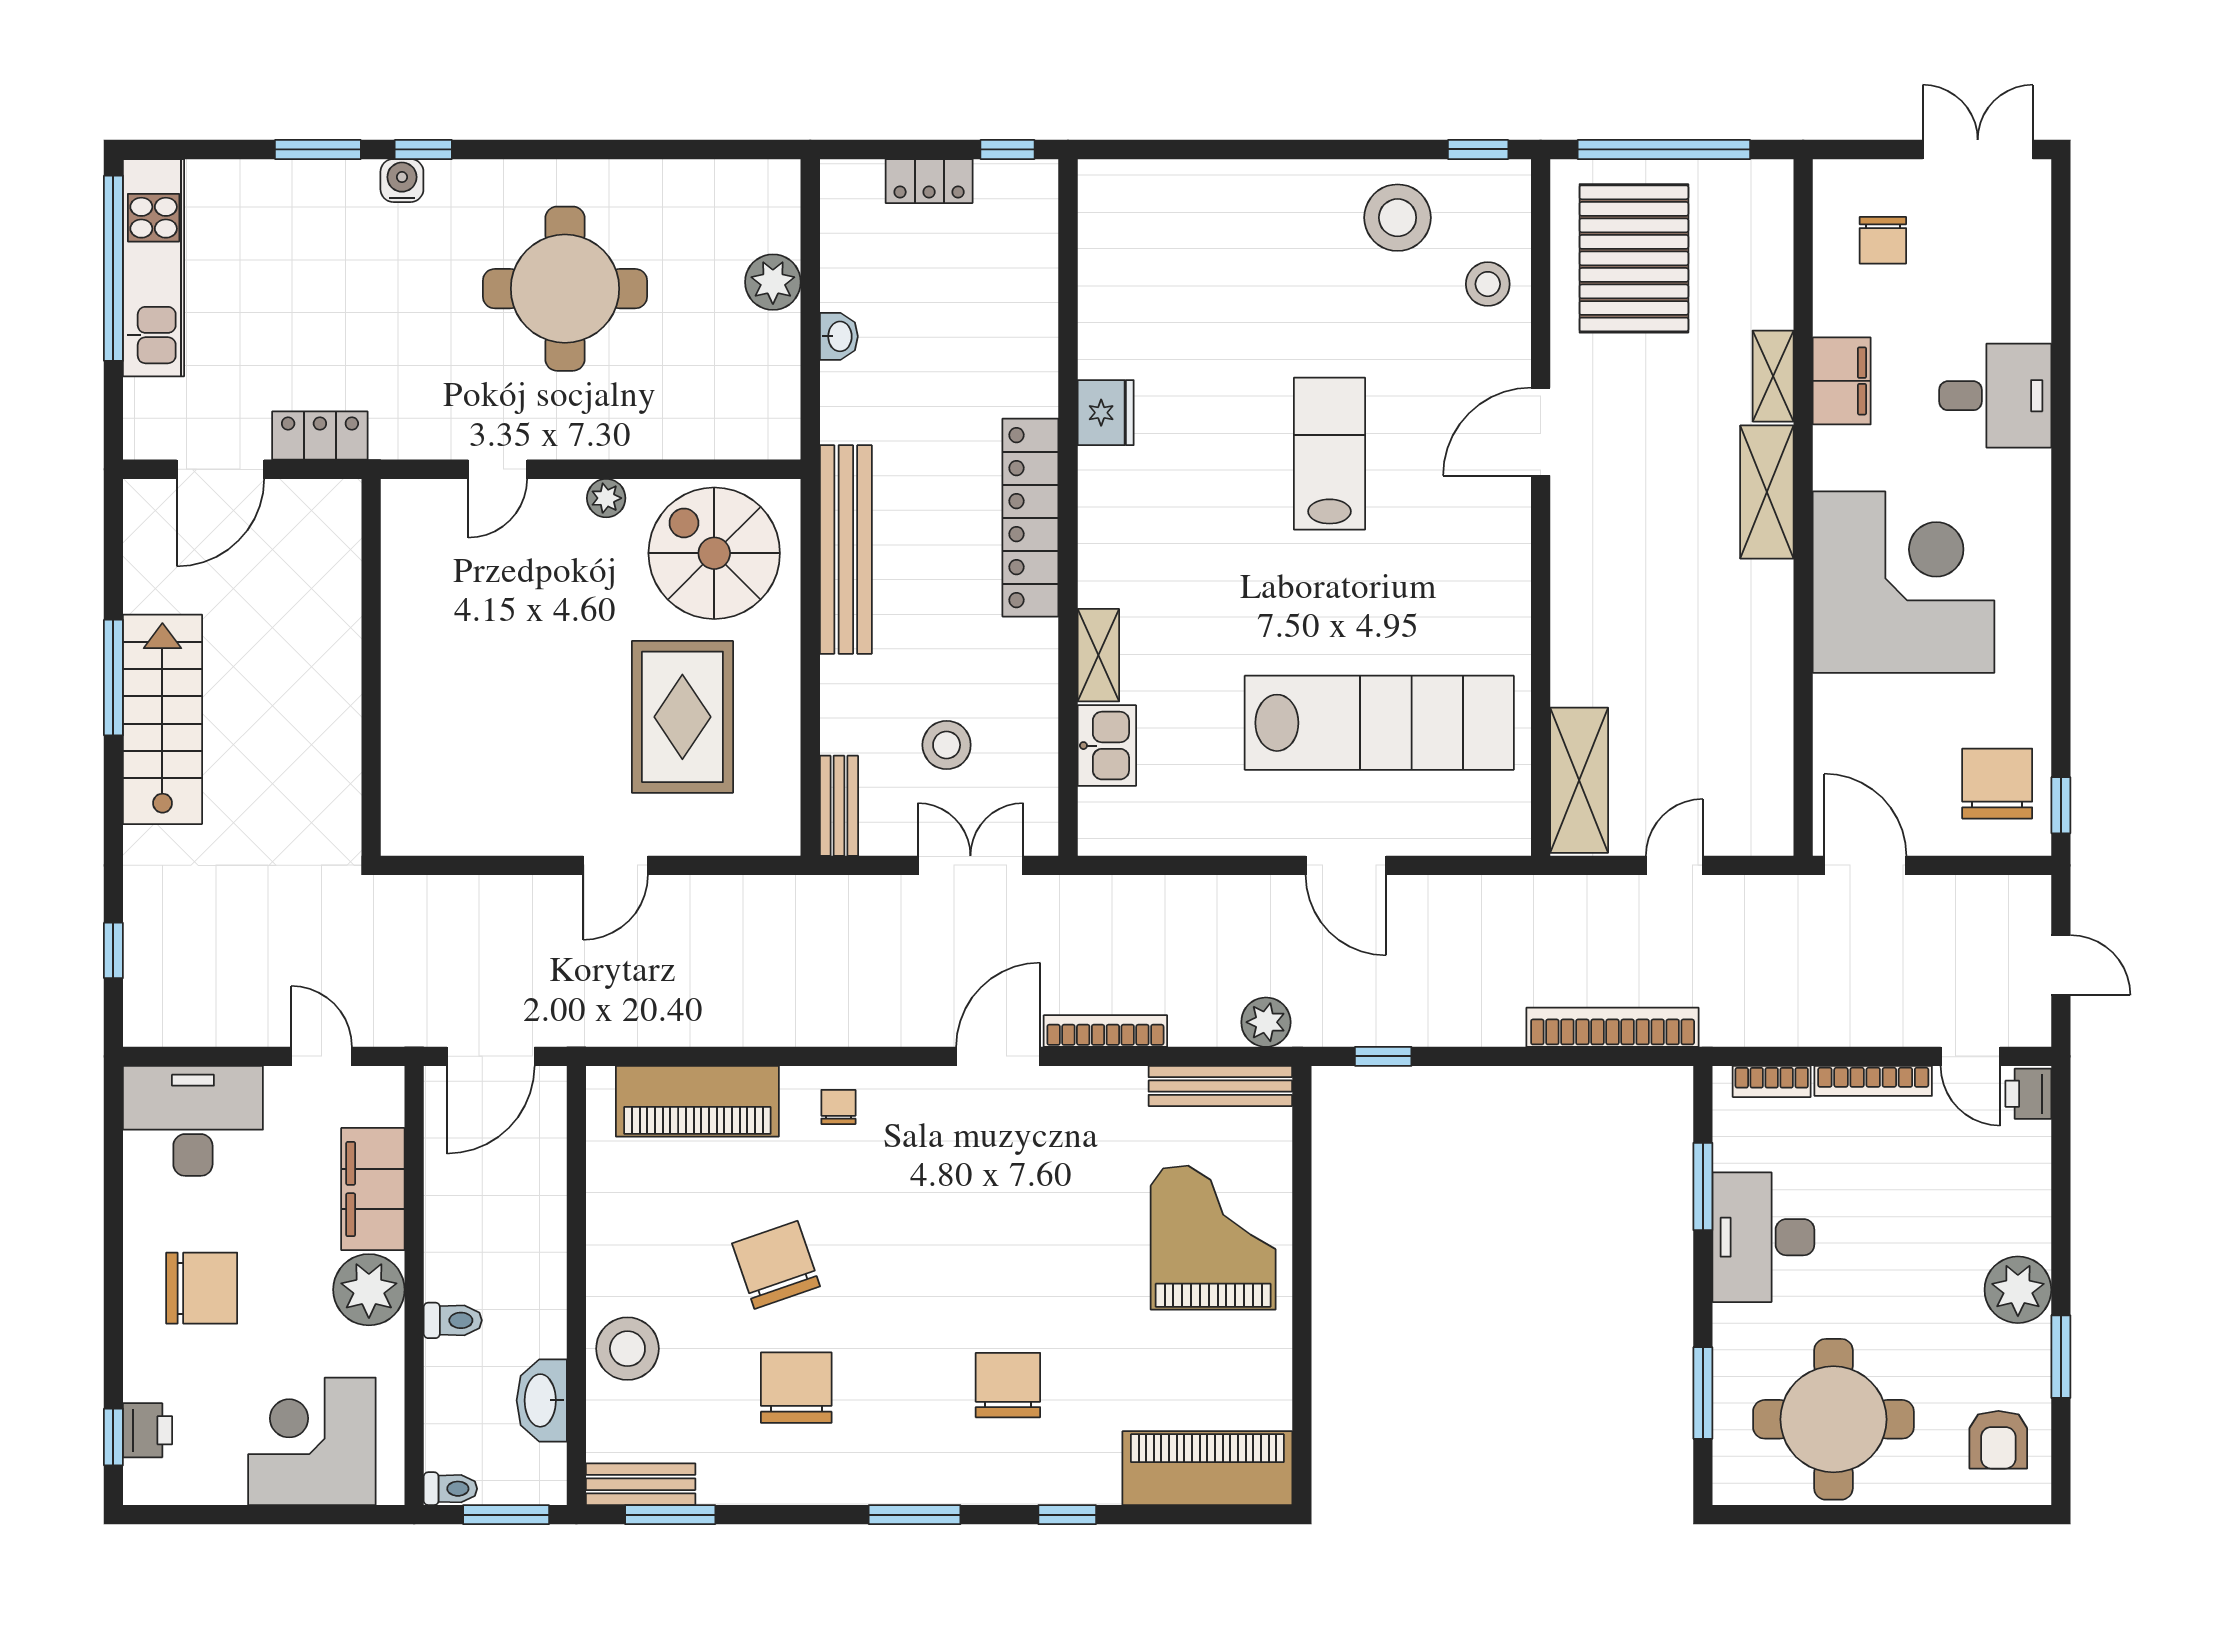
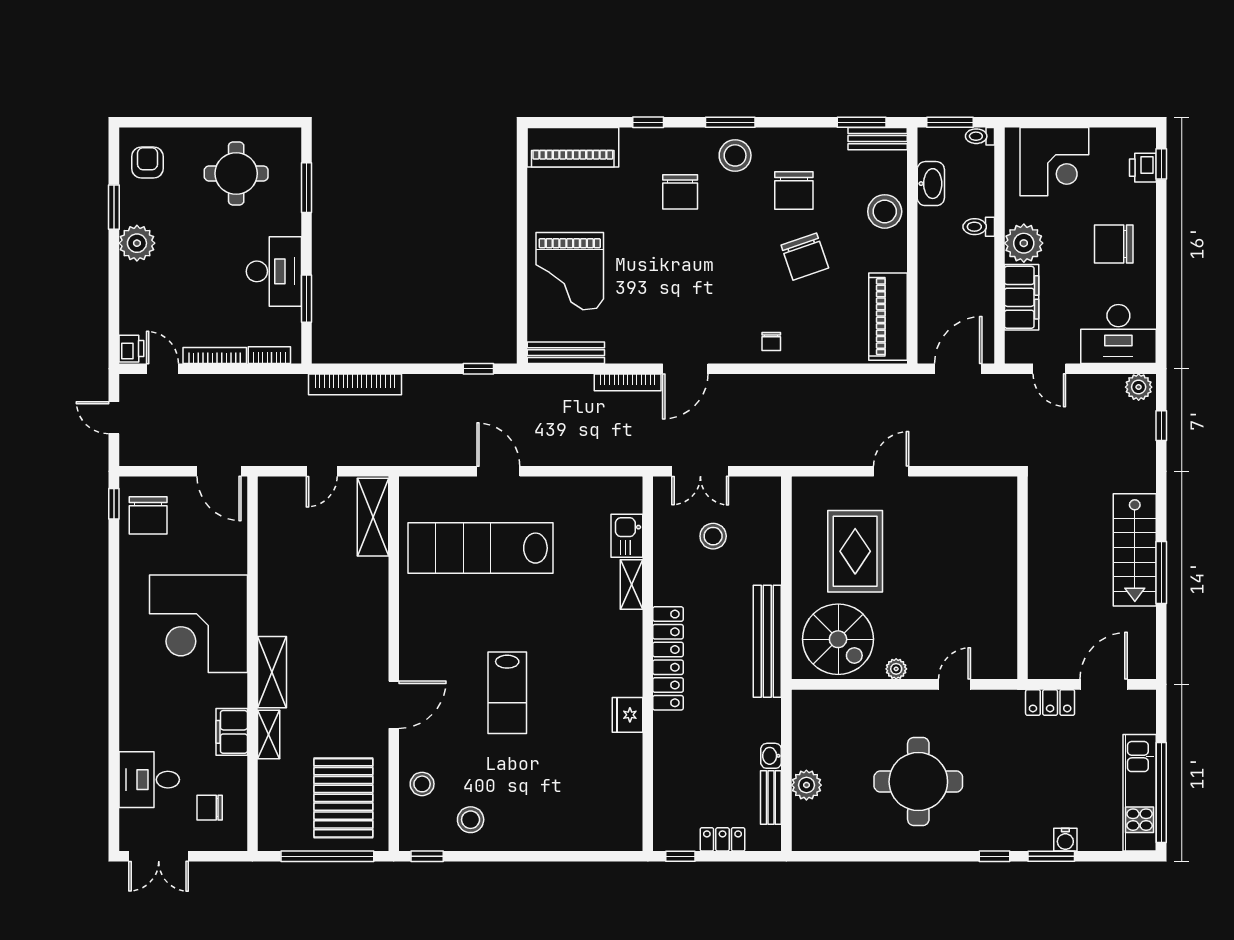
water cooler: (402, 181) -> (1065, 840), moved
stool: (1398, 218) -> (471, 820), width x0.73, depth x0.73
chair: (1883, 240) -> (210, 808), turned -90
desk: (1995, 396) -> (149, 780), moved
bench: (839, 806) -> (771, 797), moved
plant: (1266, 1022) -> (1139, 387), moved
piano: (697, 1101) -> (888, 317), moved, turned -90
round table: (1833, 1419) -> (236, 173), width x0.73, depth x0.73
stool: (906, 1453) -> (735, 155), added

